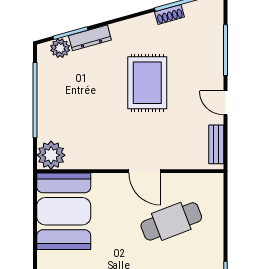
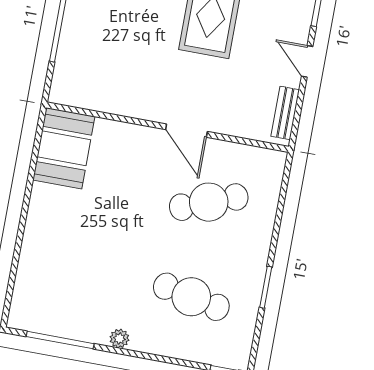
plant: (51, 155) -> (69, 88), removed
booth: (64, 211) -> (64, 148), width x0.73, depth x0.70

